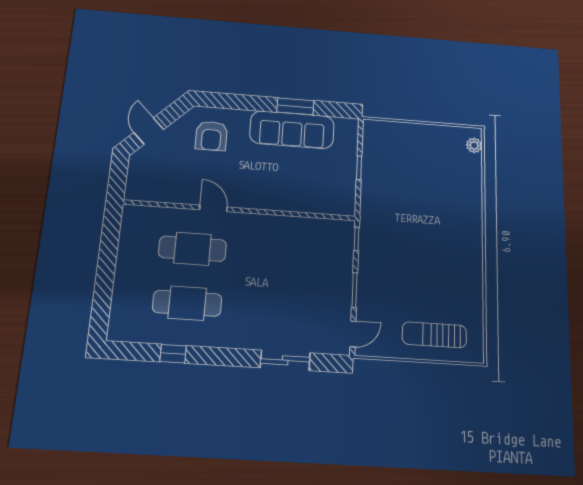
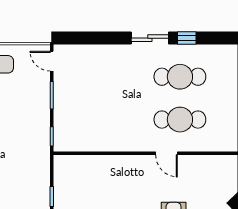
door: (353, 334) -> (52, 61), hinge flipped
sliding door: (285, 360) -> (150, 38), moved

